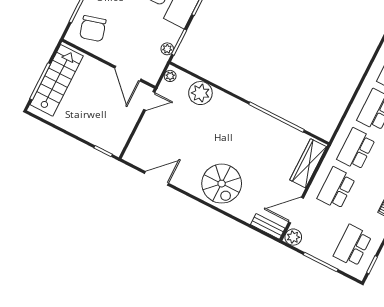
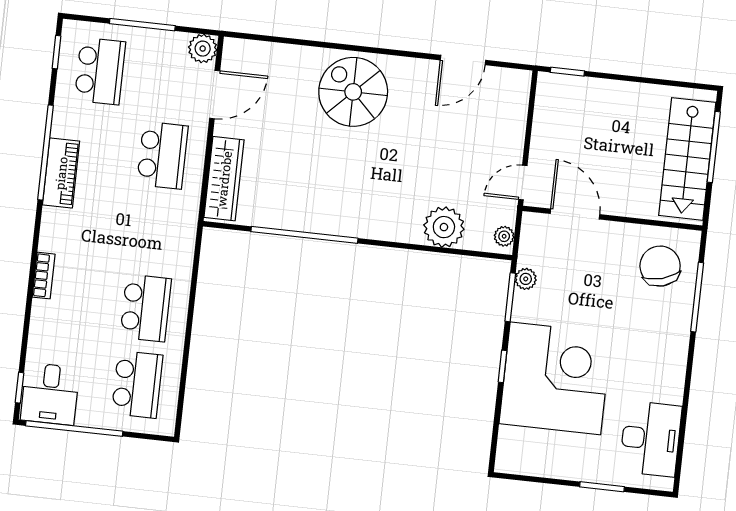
school desk: (356, 149) -> (154, 232), removed
bench: (268, 226) -> (251, 50), removed

